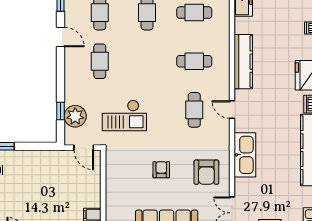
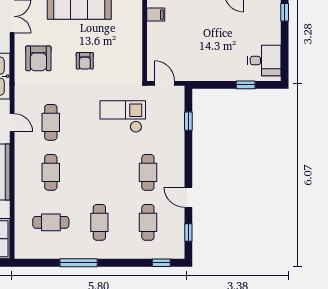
cafe table: (194, 61) -> (51, 172), turned 90
plant: (75, 116) -> (173, 116), removed
armchair: (206, 172) -> (38, 58), turned 180

